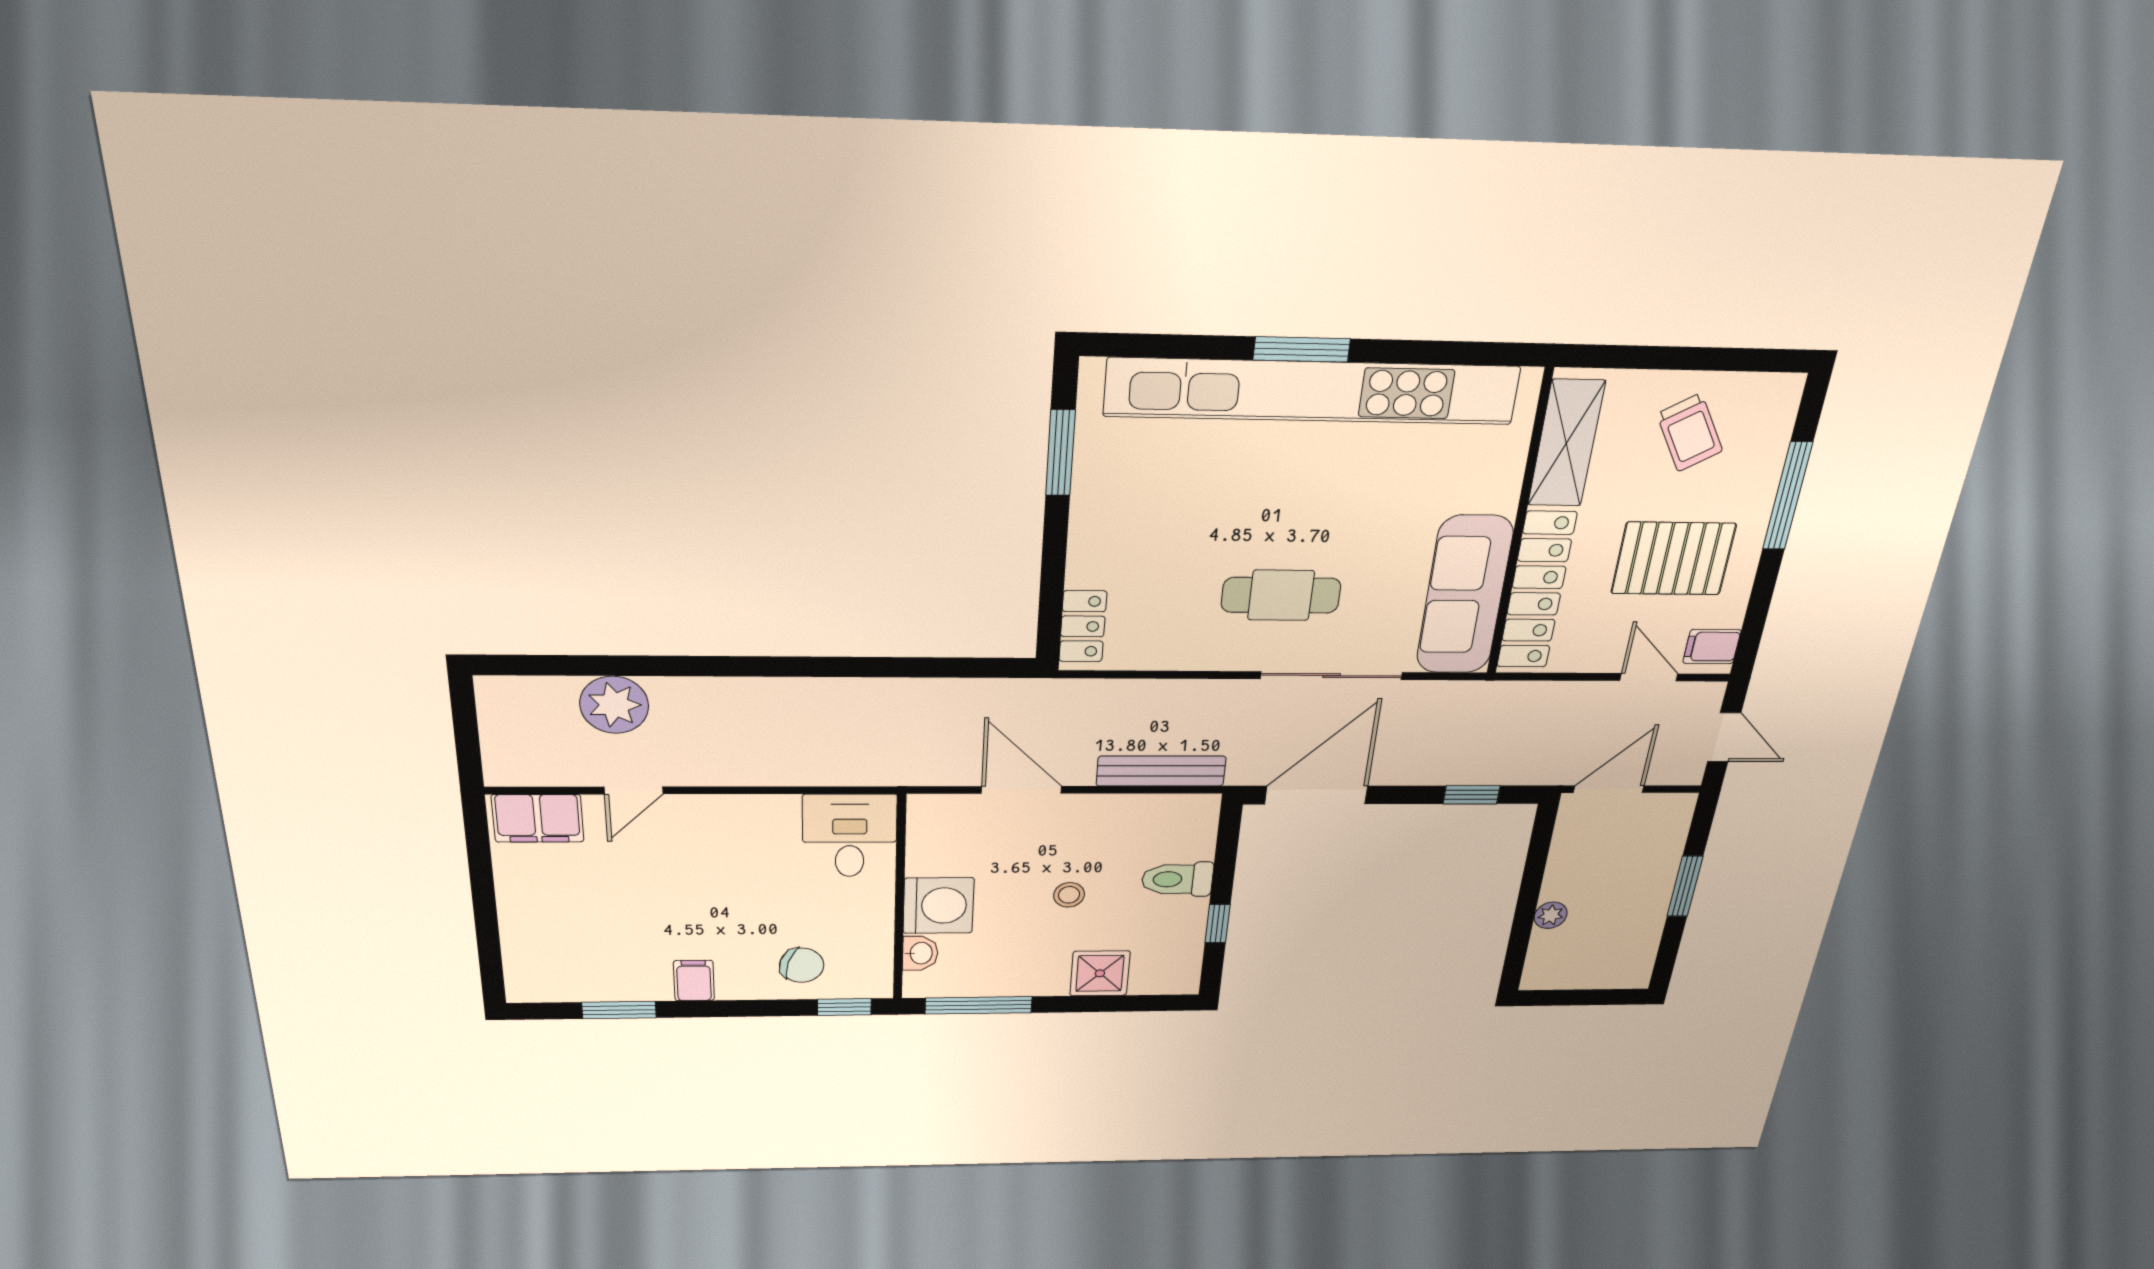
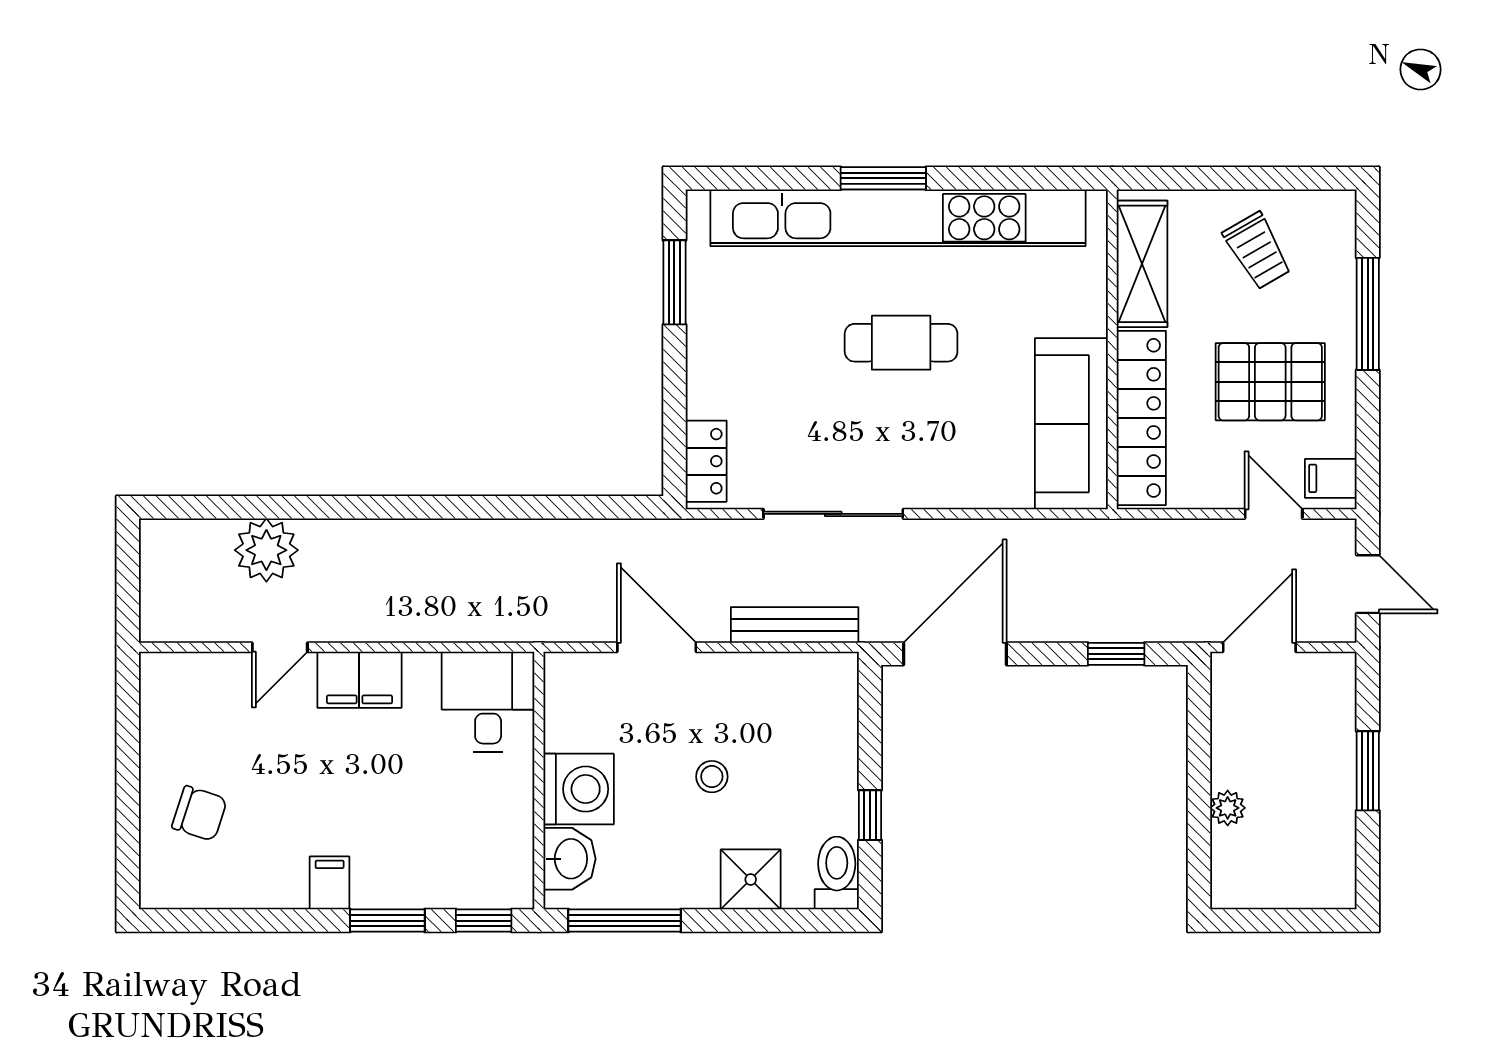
cafe table: (1281, 595) -> (901, 343), moved
sliding door: (1332, 676) -> (833, 514), moved
filing cabinet: (538, 818) -> (359, 680), moved
toilet: (1177, 879) -> (837, 873), moved, turned 90
washbasin: (920, 953) -> (569, 859), width x1.38, depth x1.45
chair: (802, 965) -> (200, 813), moved
window: (619, 1010) -> (387, 921), moved

